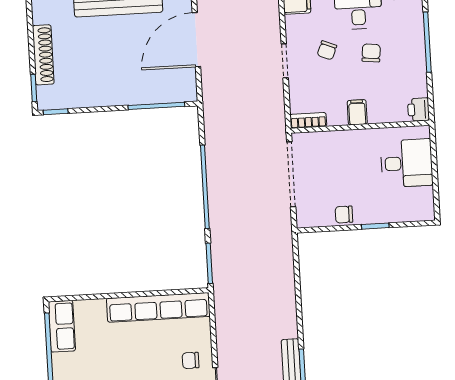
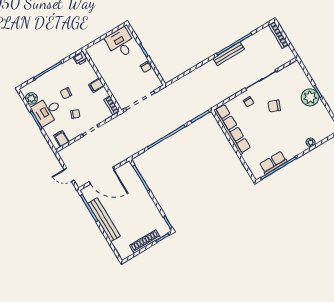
desk: (407, 163) -> (121, 43), moved
row of seats: (62, 326) -> (273, 163), moved

